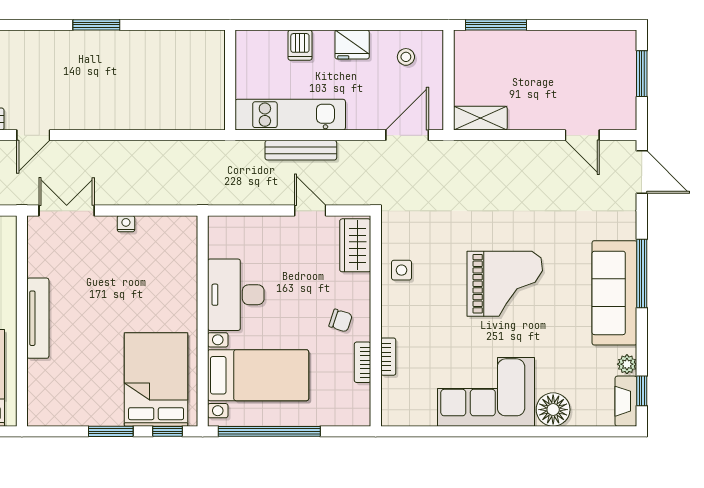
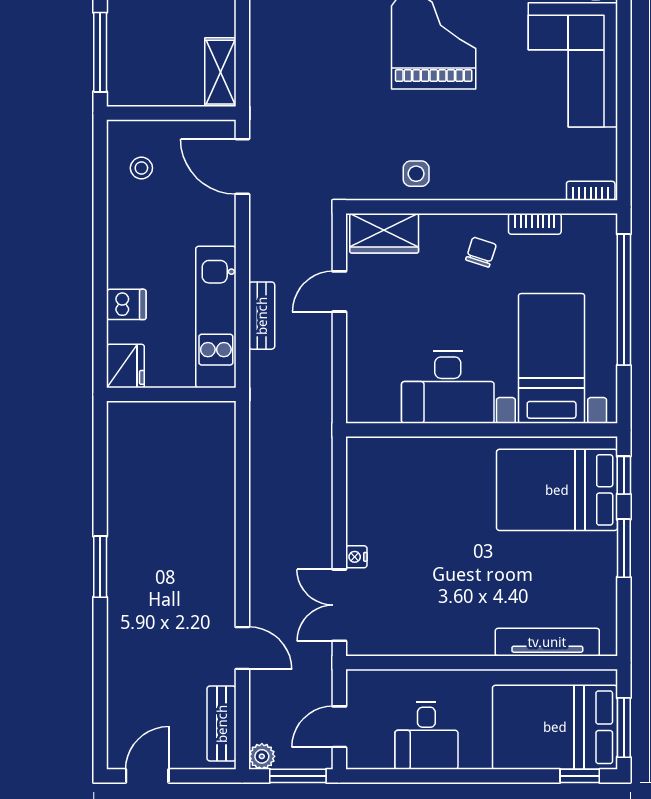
fridge: (352, 44) -> (125, 366), moved
bench: (301, 150) -> (262, 316), width x0.73
nightstand: (126, 224) -> (356, 557), moved
tv unit: (38, 318) -> (547, 642), moved
bookcase: (388, 357) -> (591, 191), moved
window: (269, 431) -> (624, 300), moved

